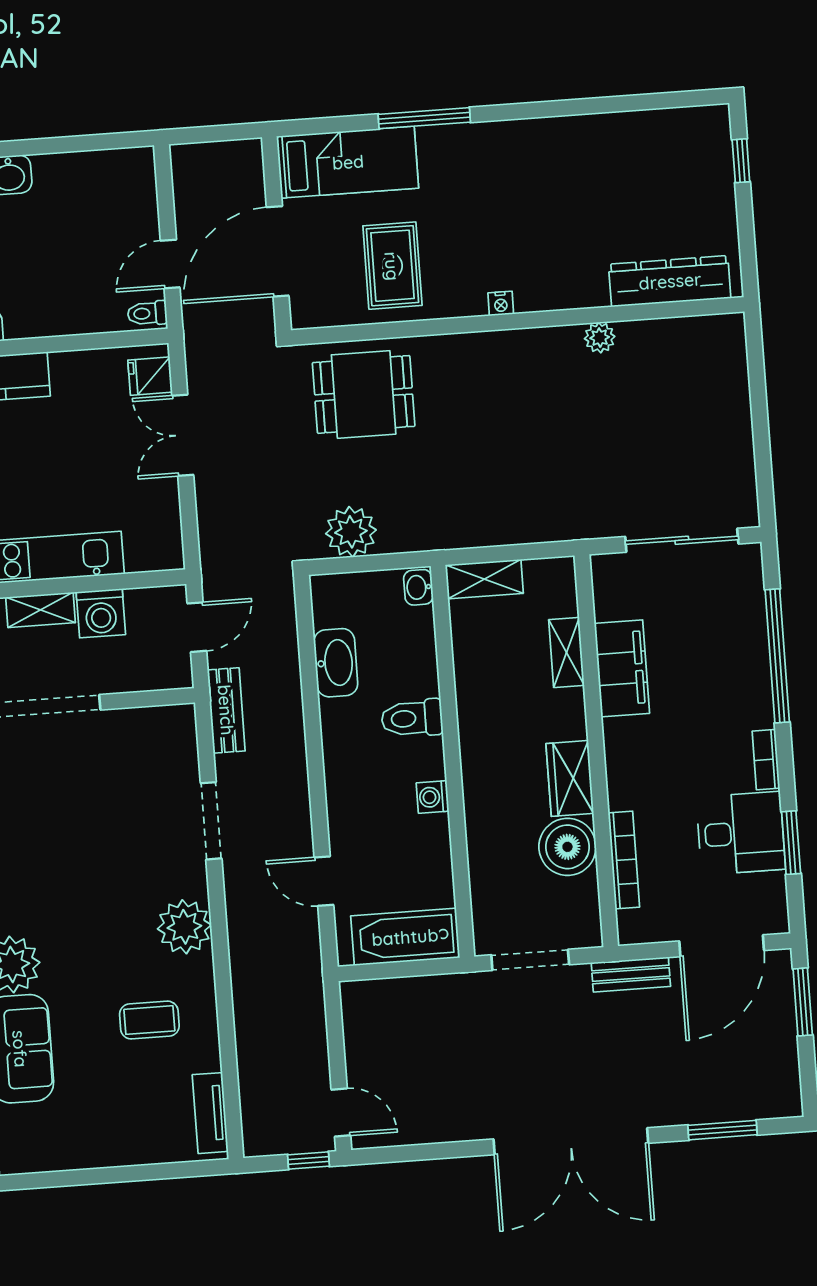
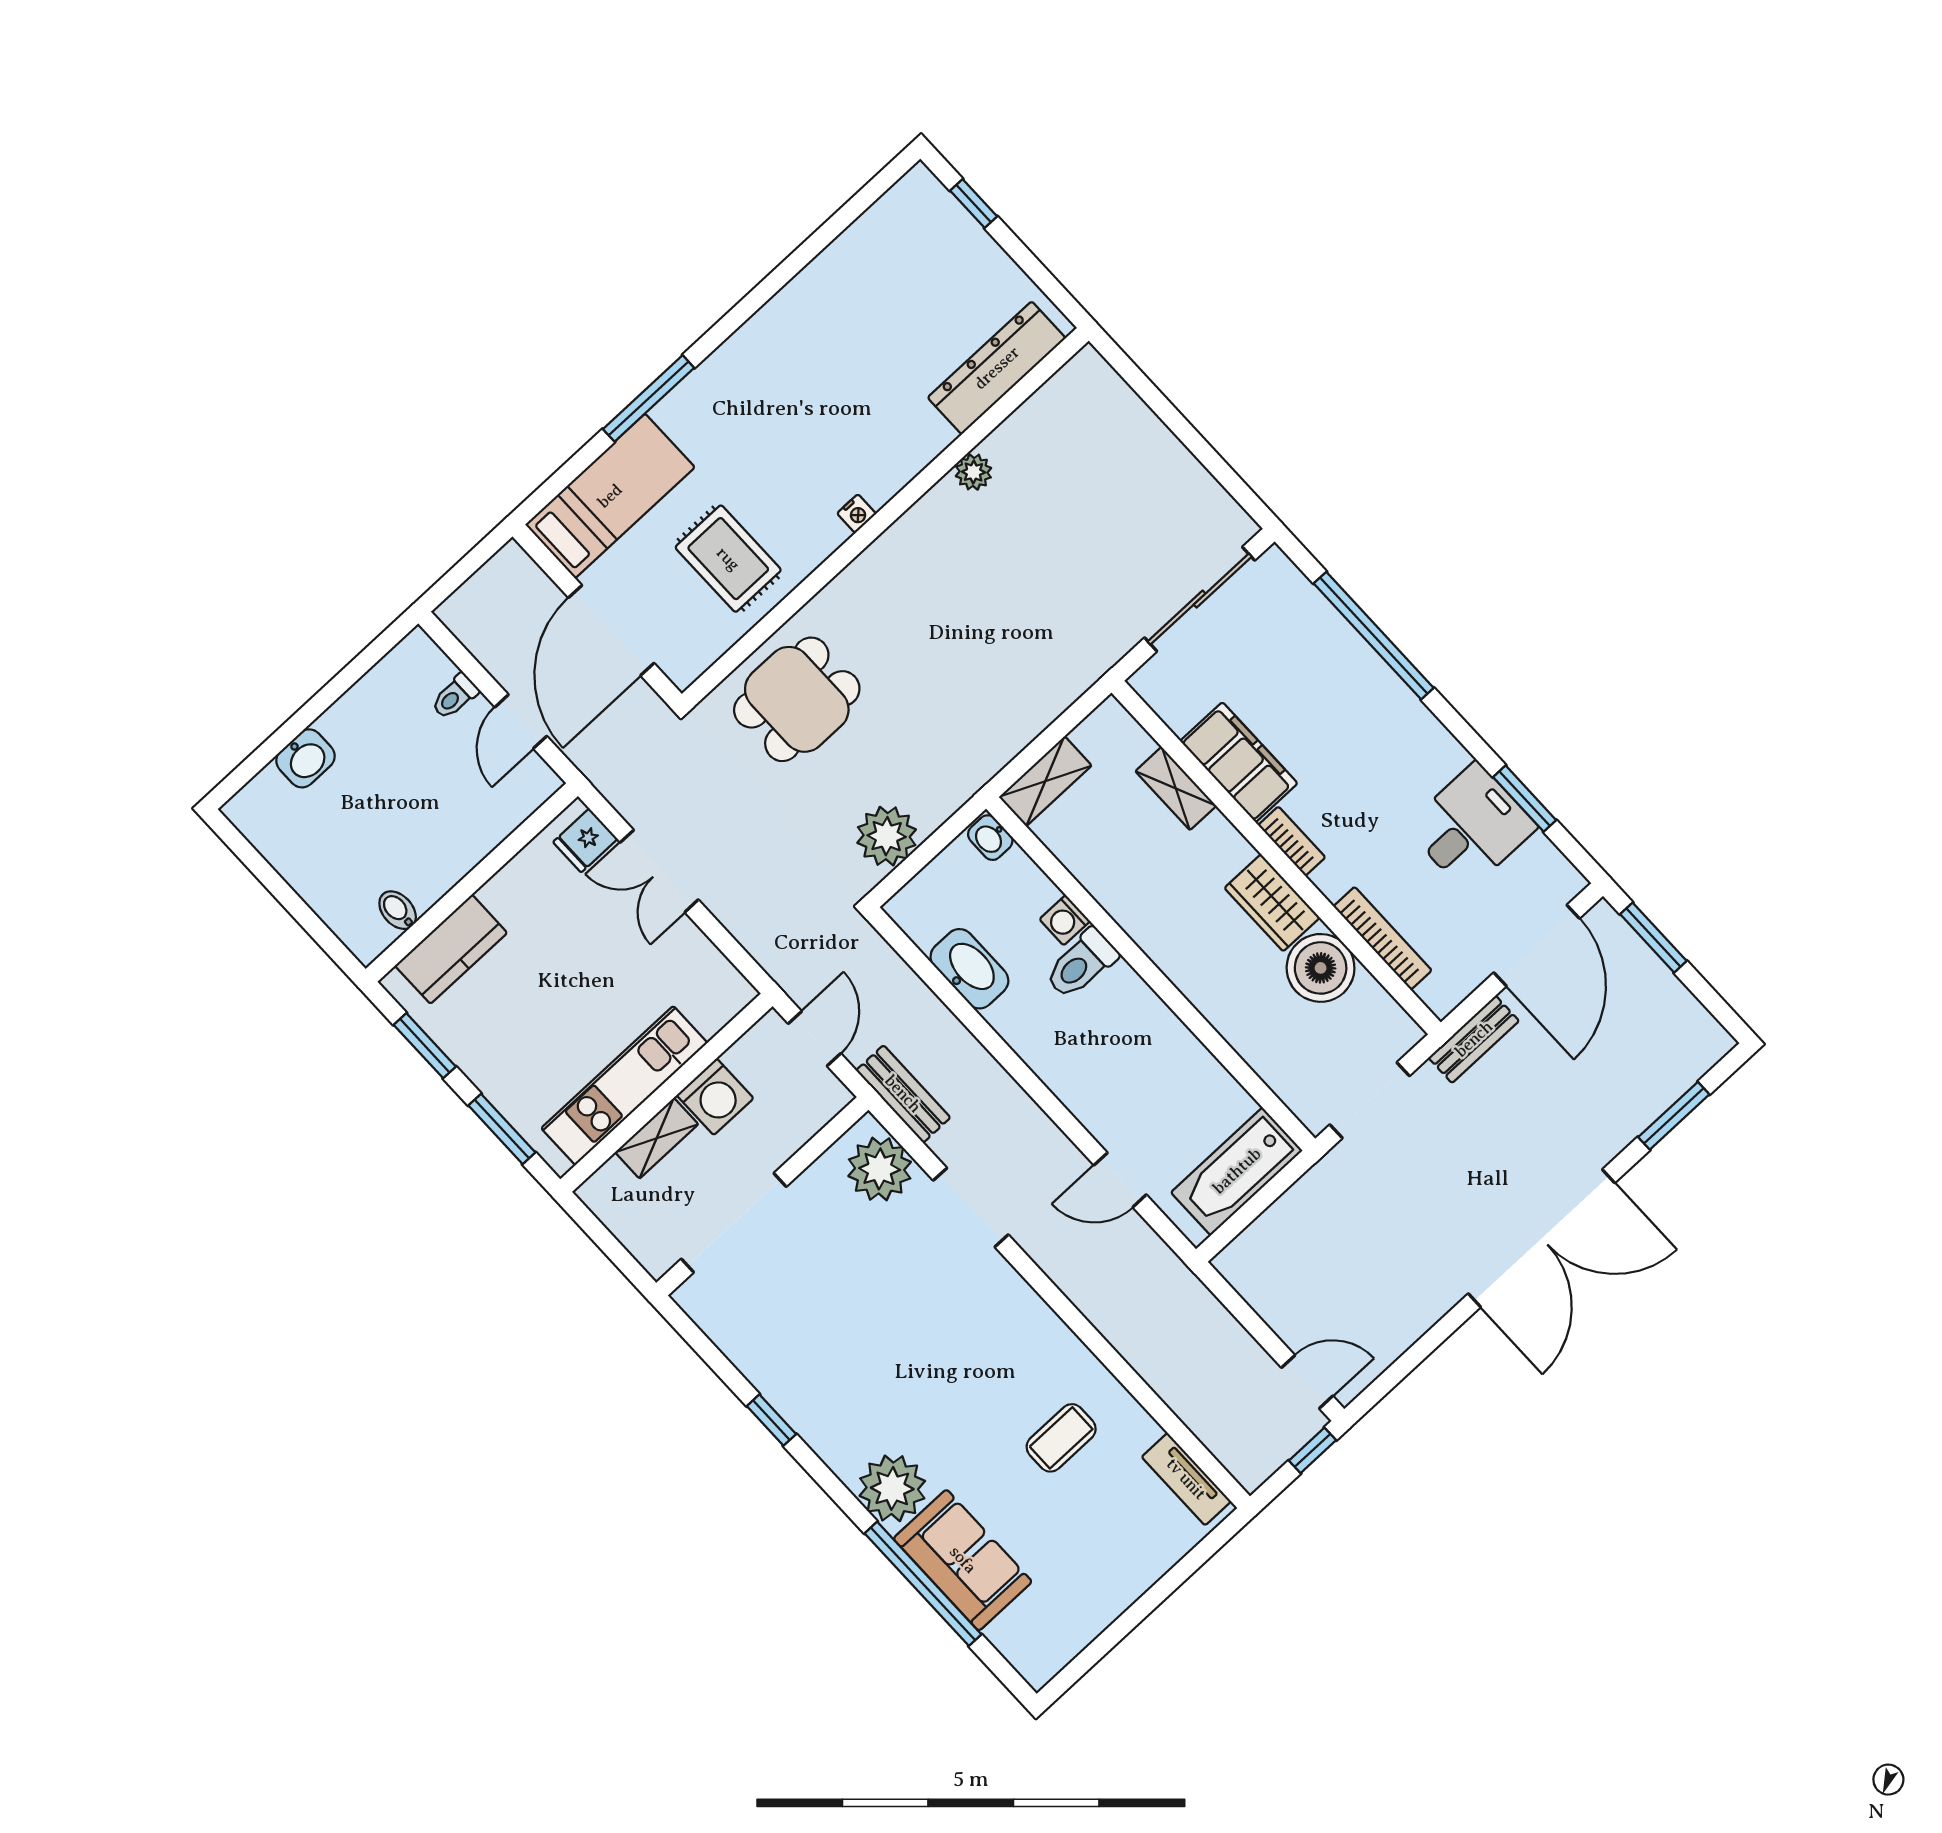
toilet: (147, 313) -> (455, 696), moved
bookcase: (766, 760) -> (1292, 841), moved, turned 180
washing machine: (433, 797) -> (1065, 920), moved
plant: (184, 927) -> (880, 1169), moved

